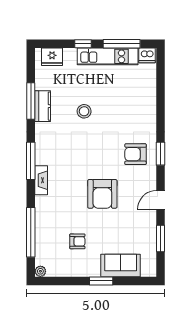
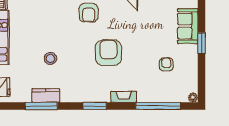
window: (31, 161) -> (95, 106), width x0.69
fireplace: (41, 180) -> (124, 97), moved
armchair: (102, 194) -> (108, 53), moved, turned -90

